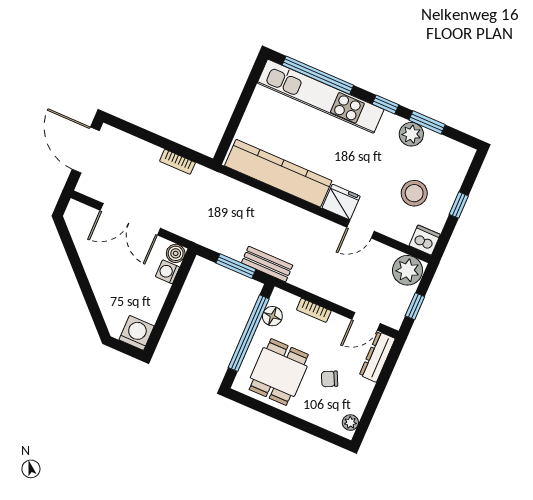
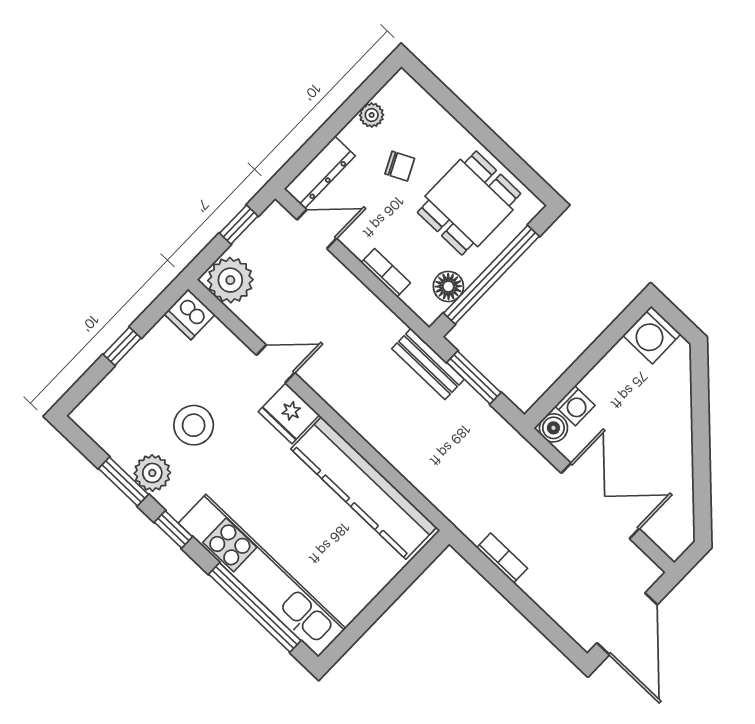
stool: (414, 193) -> (194, 425), moved
plant: (350, 423) -> (372, 115), moved

